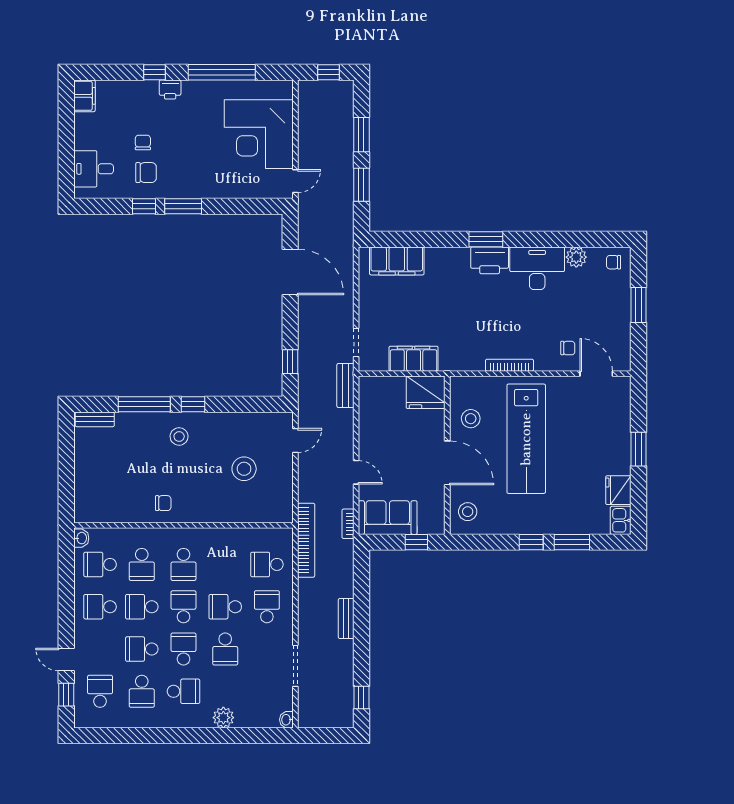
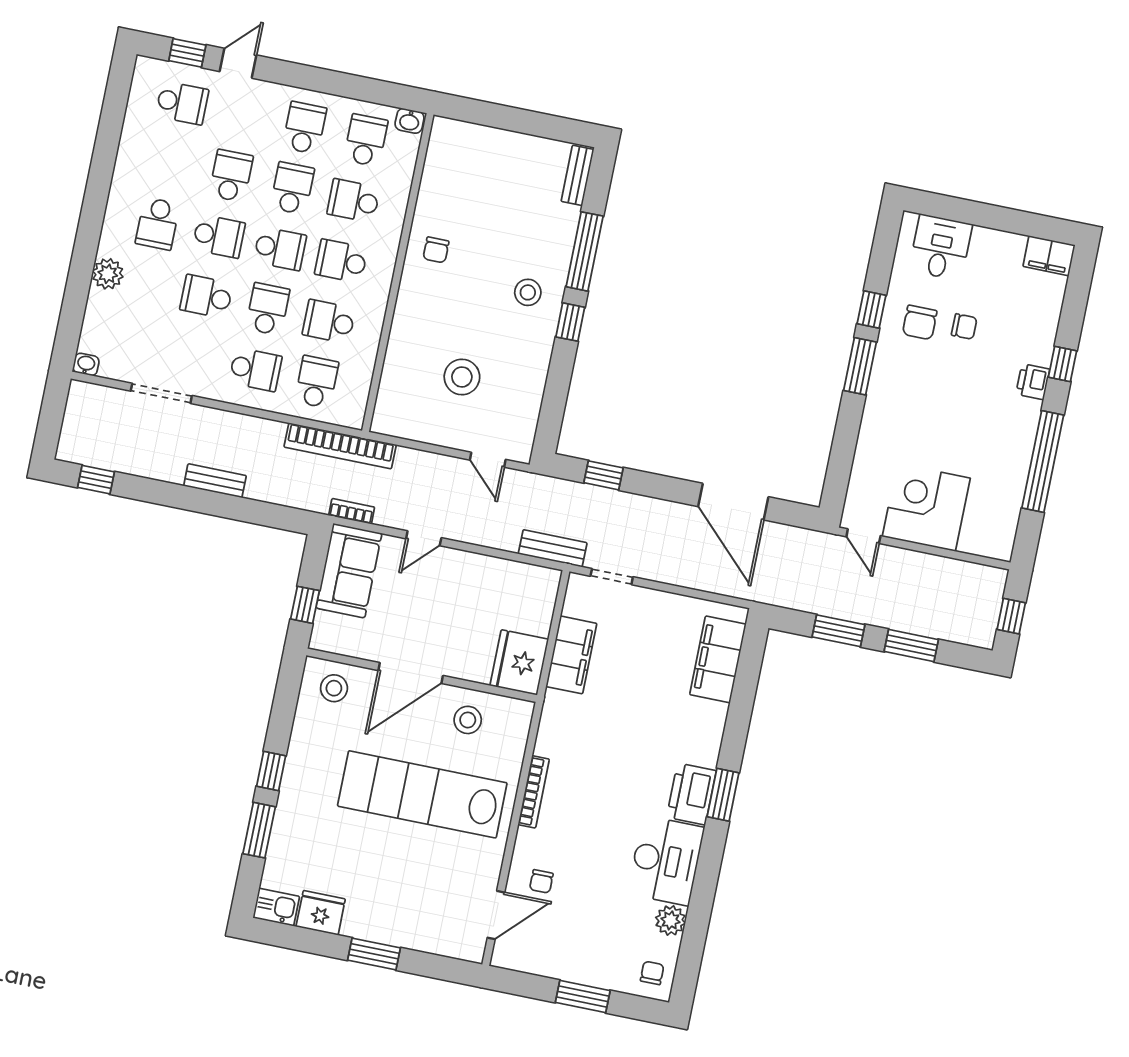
corner desk: (259, 134) -> (926, 507), width x0.74, depth x0.74
door: (290, 272) -> (733, 502), hinge flipped
school desk: (142, 691) -> (329, 321), moved

